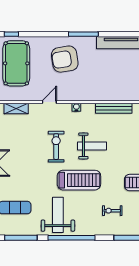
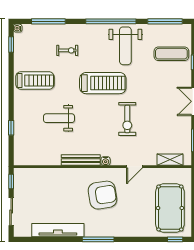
armchair: (65, 59) -> (102, 195), moved
bench: (114, 108) -> (81, 160), moved
weight bench: (92, 146) -> (59, 118), moved
treadmill: (79, 180) -> (103, 83), turned 180

